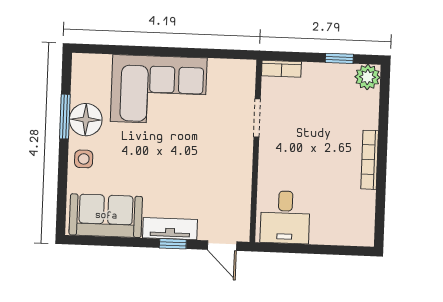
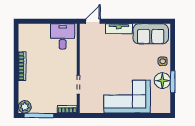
window: (339, 58) -> (39, 115), width x2.17
window: (173, 244) -> (117, 21), removed
door: (222, 246) -> (93, 21), hinge flipped

